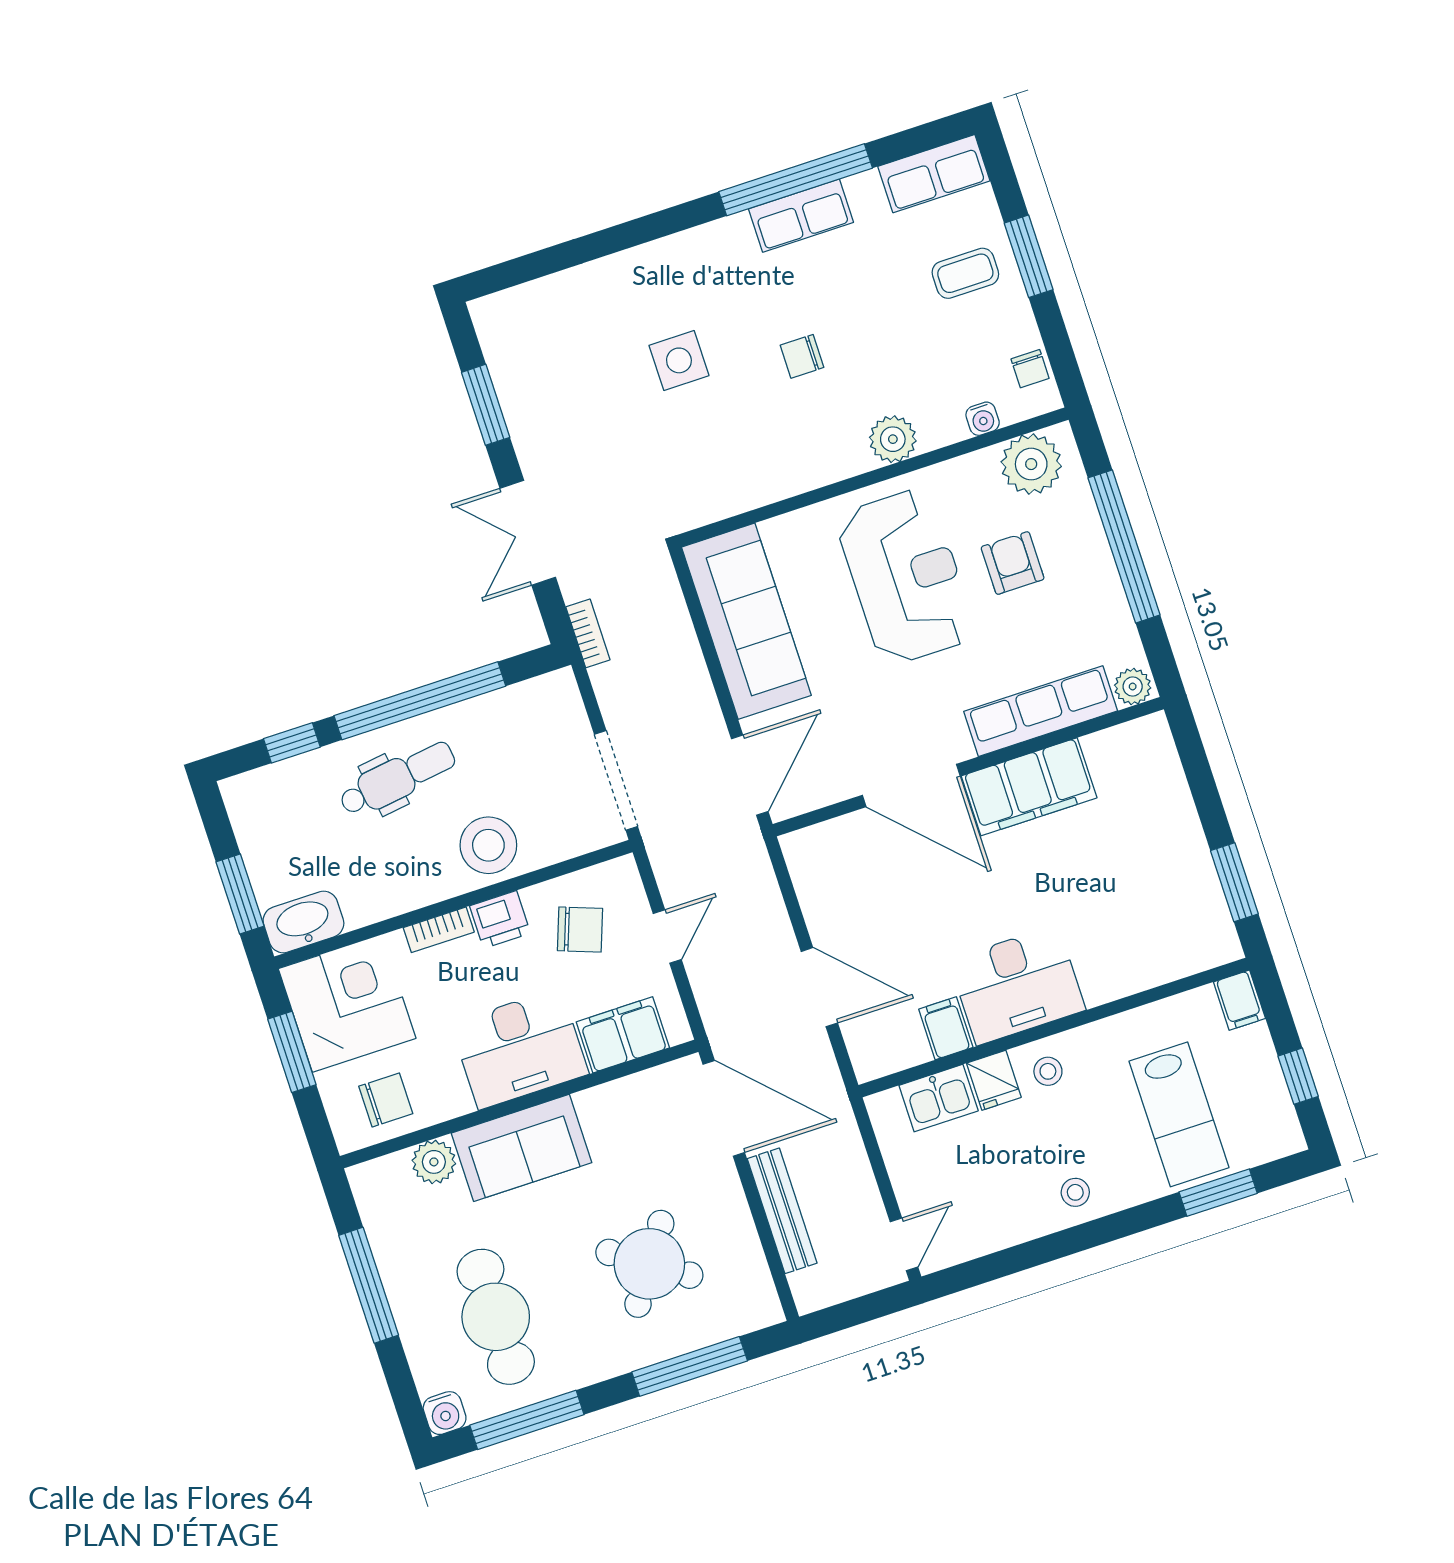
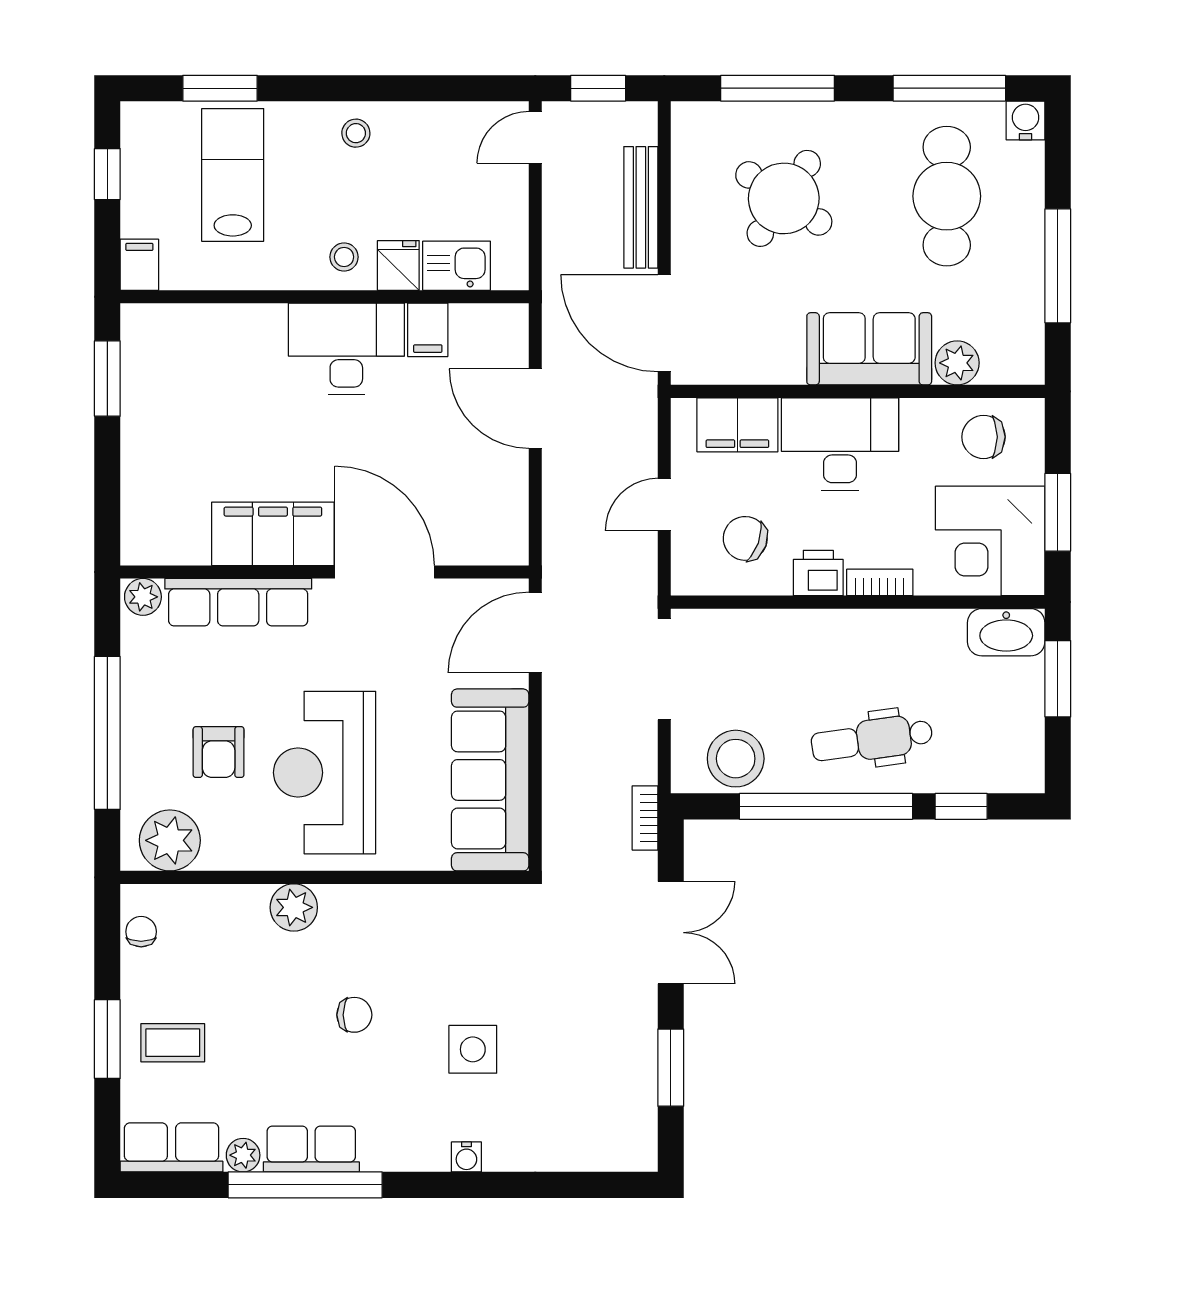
plant: (864, 189) -> (243, 1155), added
water cooler: (983, 419) -> (466, 1157), moved, turned 180
stool: (488, 845) -> (736, 759), moved
window: (860, 1310) -> (598, 88), added

